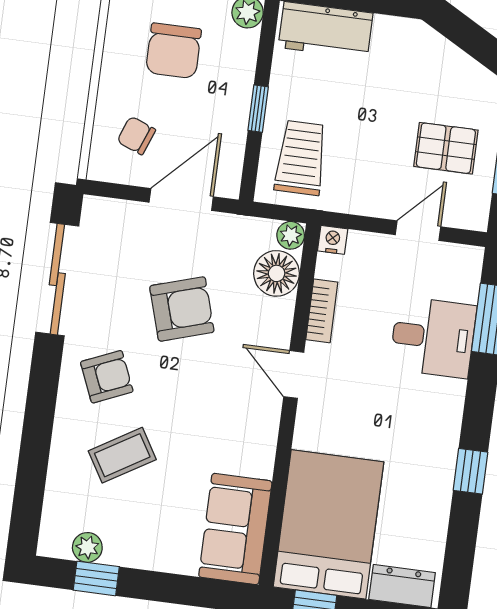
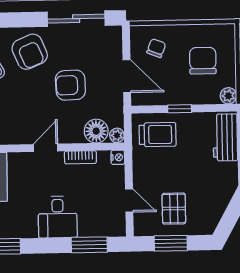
chair: (173, 51) -> (203, 61), turned 90
armchair: (182, 309) -> (70, 85), turned 105
desk: (433, 337) -> (58, 217), moved
armchair: (107, 377) -> (30, 52), width x1.38, depth x1.38

